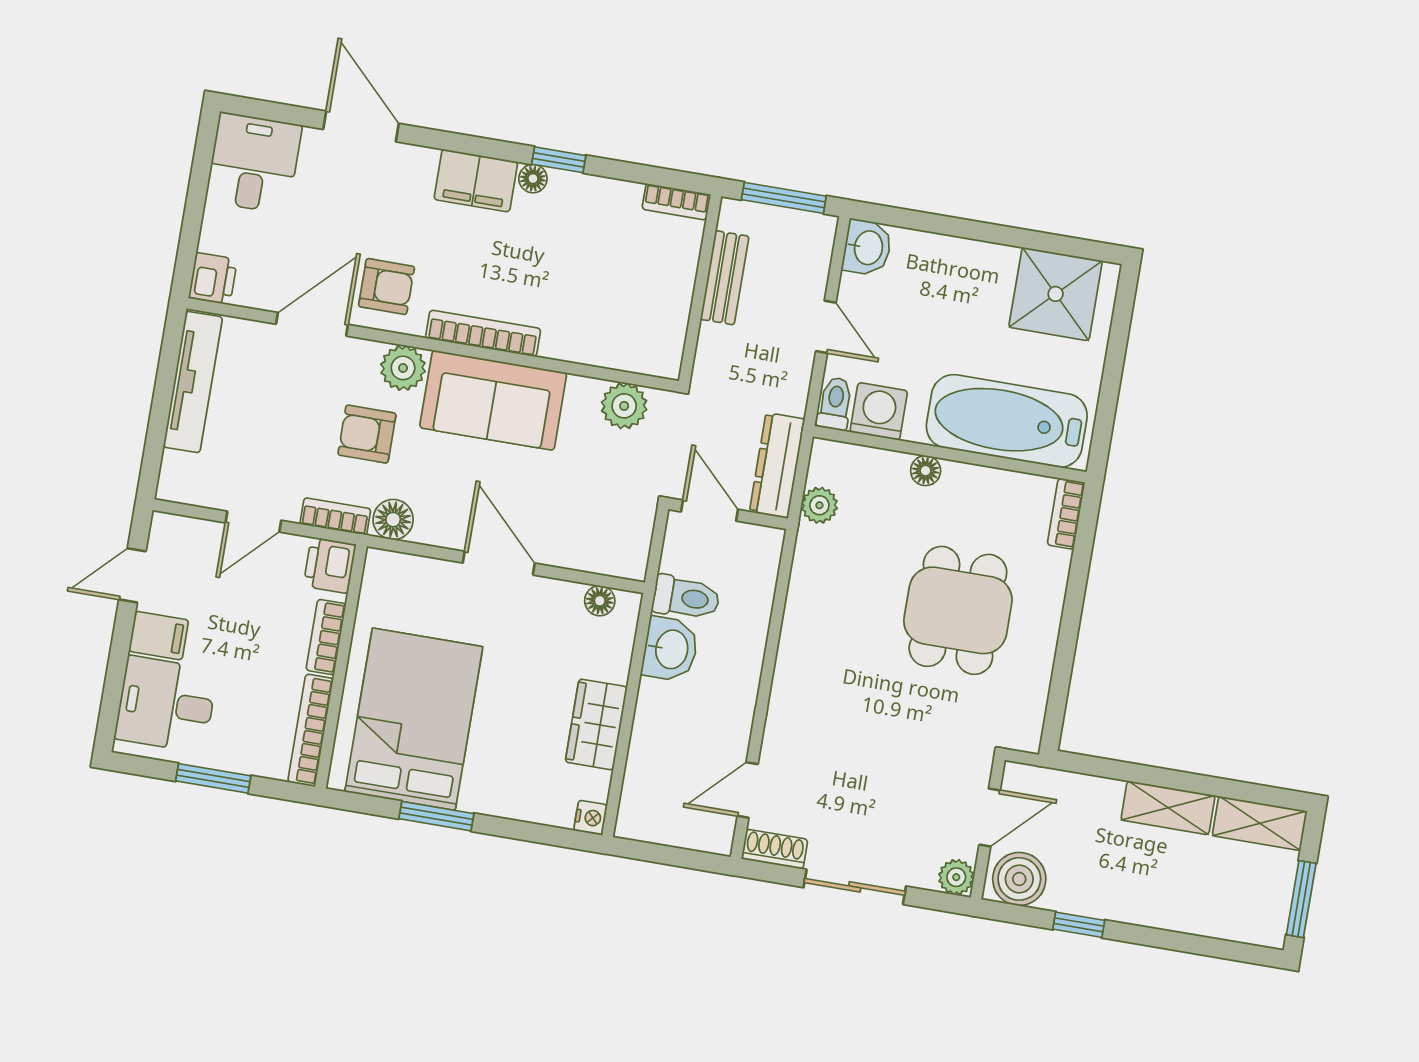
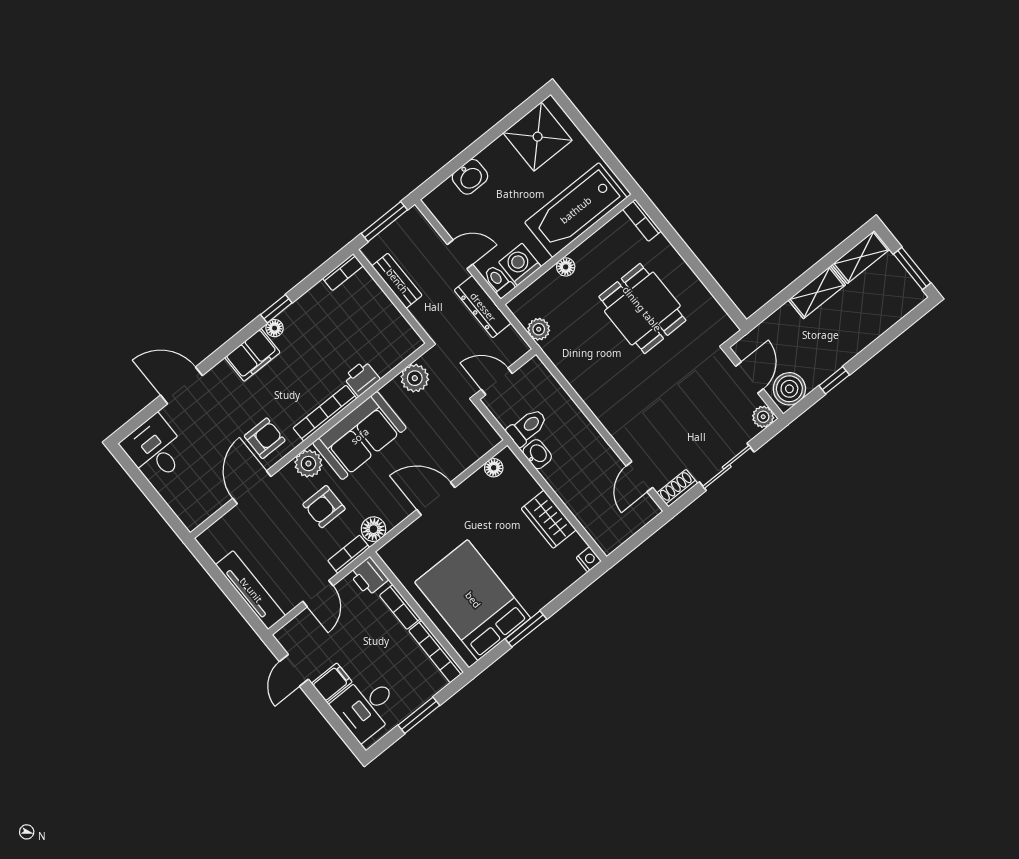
washbasin: (867, 248) -> (470, 177), moved, turned 90
printer: (213, 279) -> (362, 378), moved, turned -90
tv unit: (193, 382) -> (251, 590), moved
dresser: (777, 465) -> (483, 307), moved
washbasin: (670, 649) -> (537, 454), width x0.72, depth x0.69

